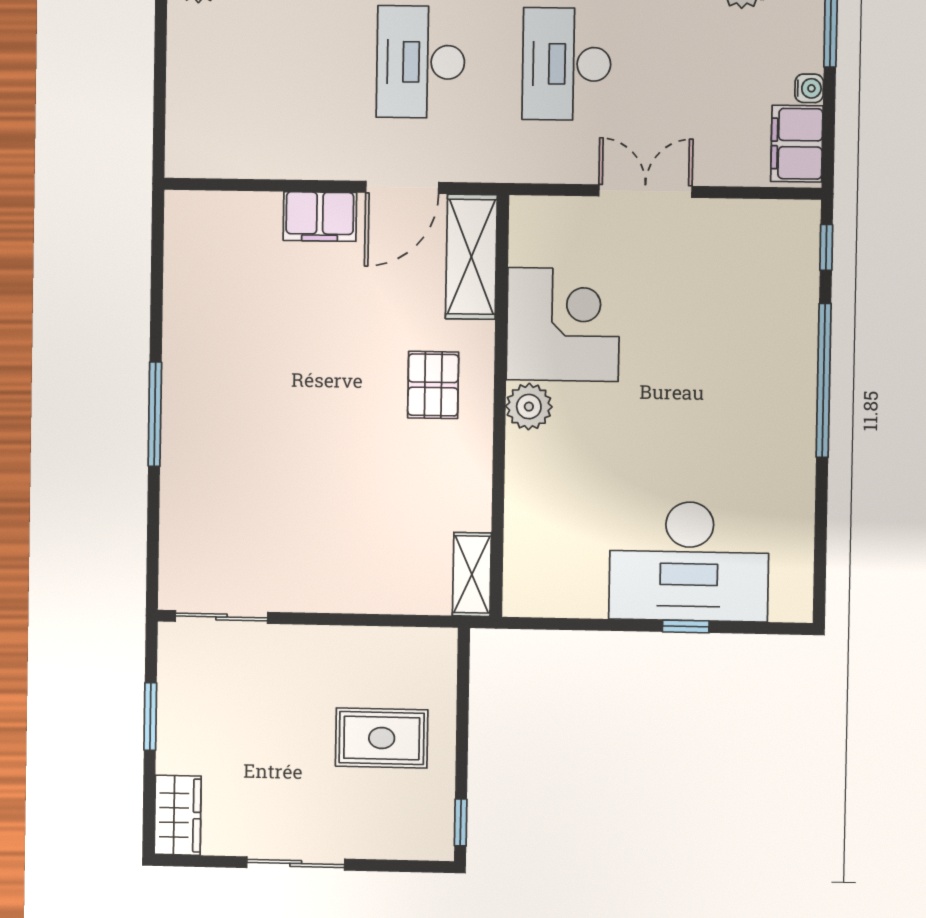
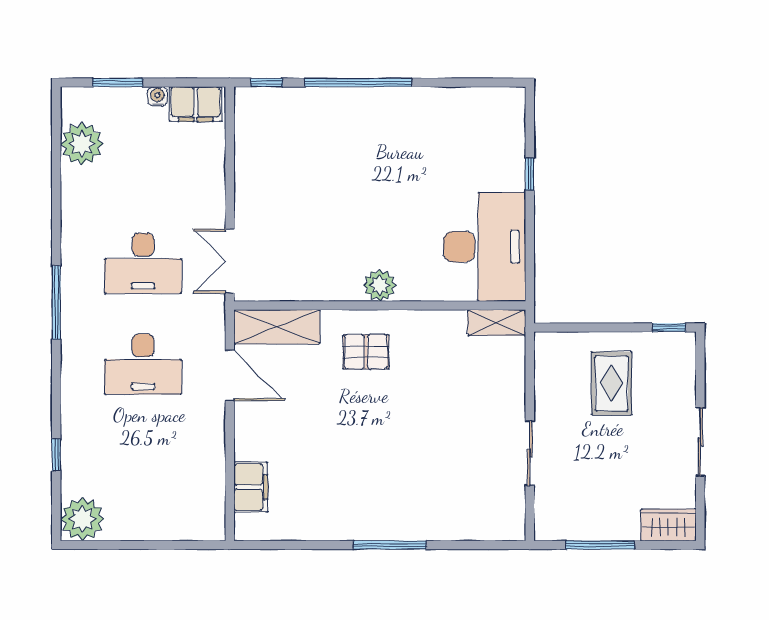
double door: (645, 191) -> (230, 261), moved
filing cabinet: (320, 217) -> (251, 487), moved
corner desk: (563, 325) -> (323, 263), removed
desk: (689, 561) -> (485, 247), moved
sliding door: (221, 617) -> (530, 453), moved
window: (150, 716) -> (600, 545), width x1.44

